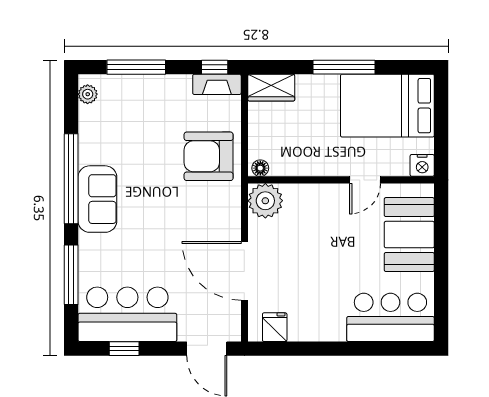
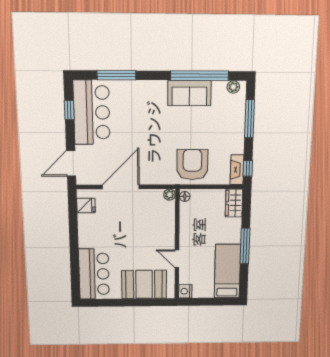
bed: (387, 106) -> (227, 271), width x0.67
window: (71, 179) -> (199, 76), moved
sofa: (97, 199) -> (189, 93), moved
plant: (265, 201) -> (170, 195), width x0.53, depth x0.53

